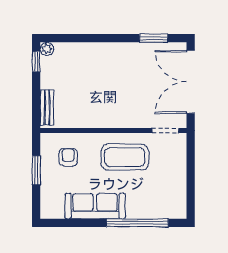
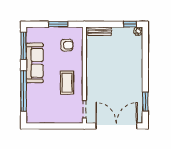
coffee table: (125, 157) -> (67, 82), width x0.73, depth x0.76
window: (69, 223) -> (24, 46), added

